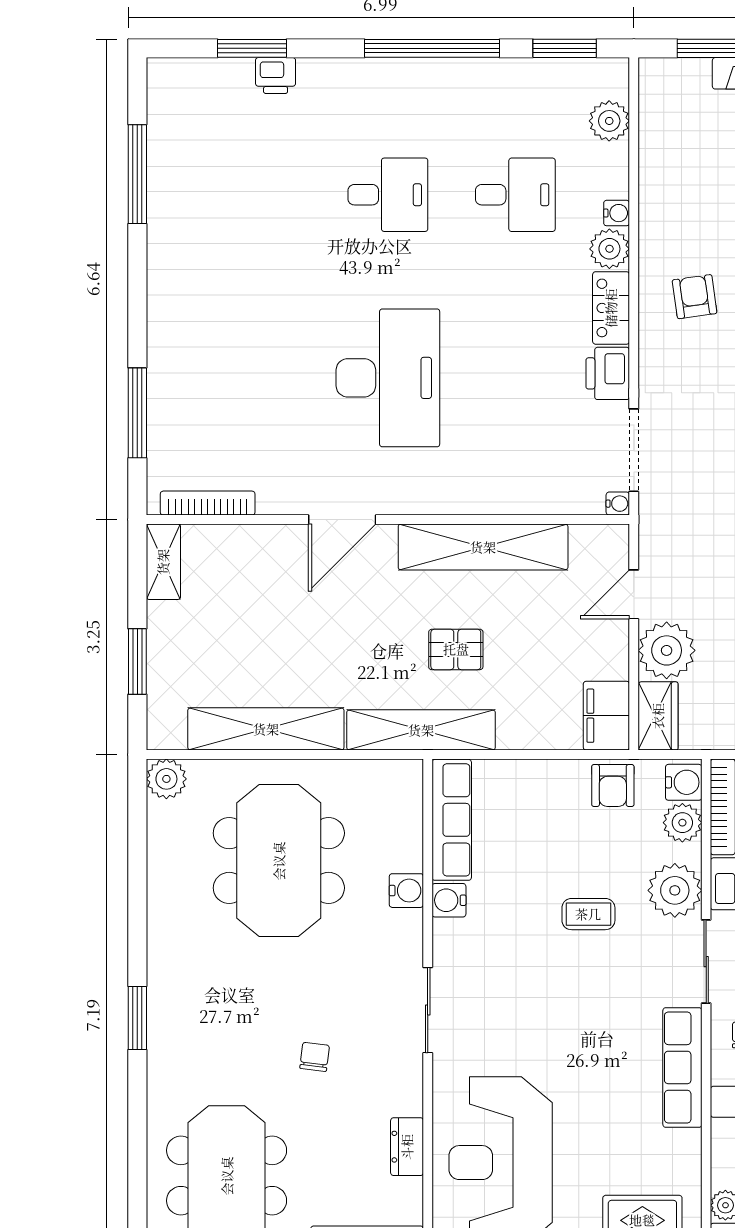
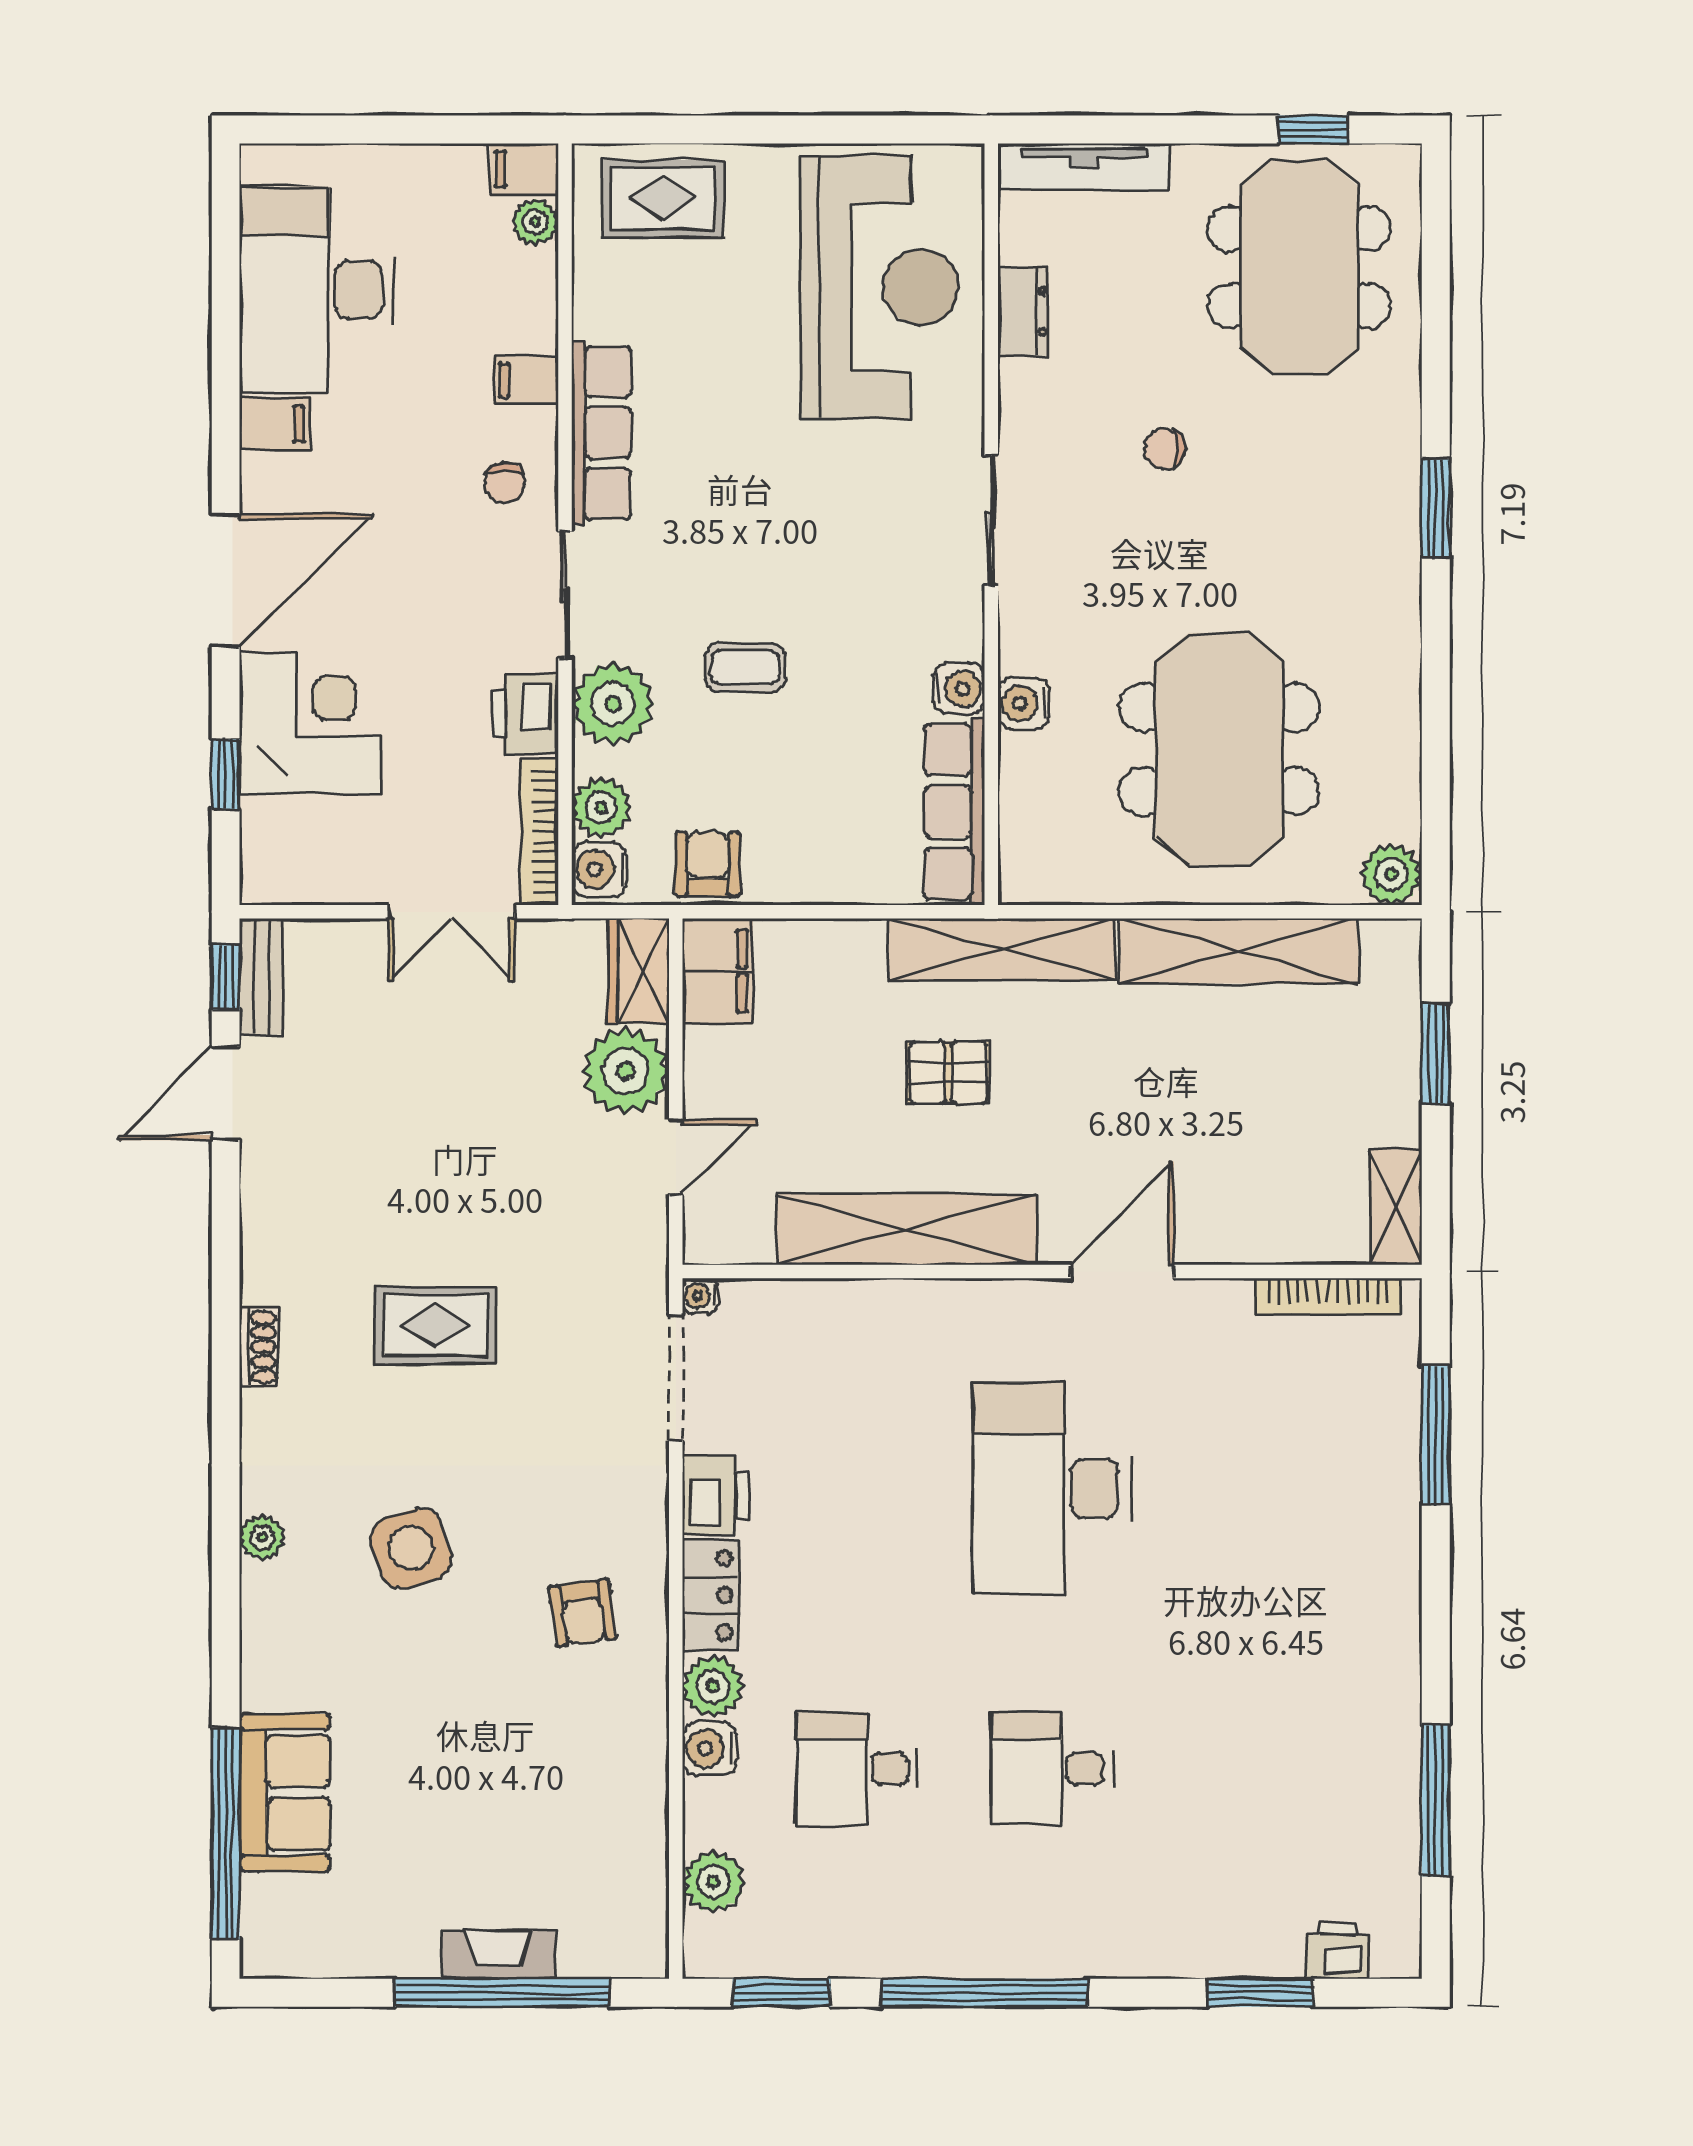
printer: (276, 75) -> (1337, 1951), moved
water cooler: (617, 213) -> (710, 1748), width x1.38, depth x1.38
chair: (315, 1057) -> (1164, 449), turned 83

